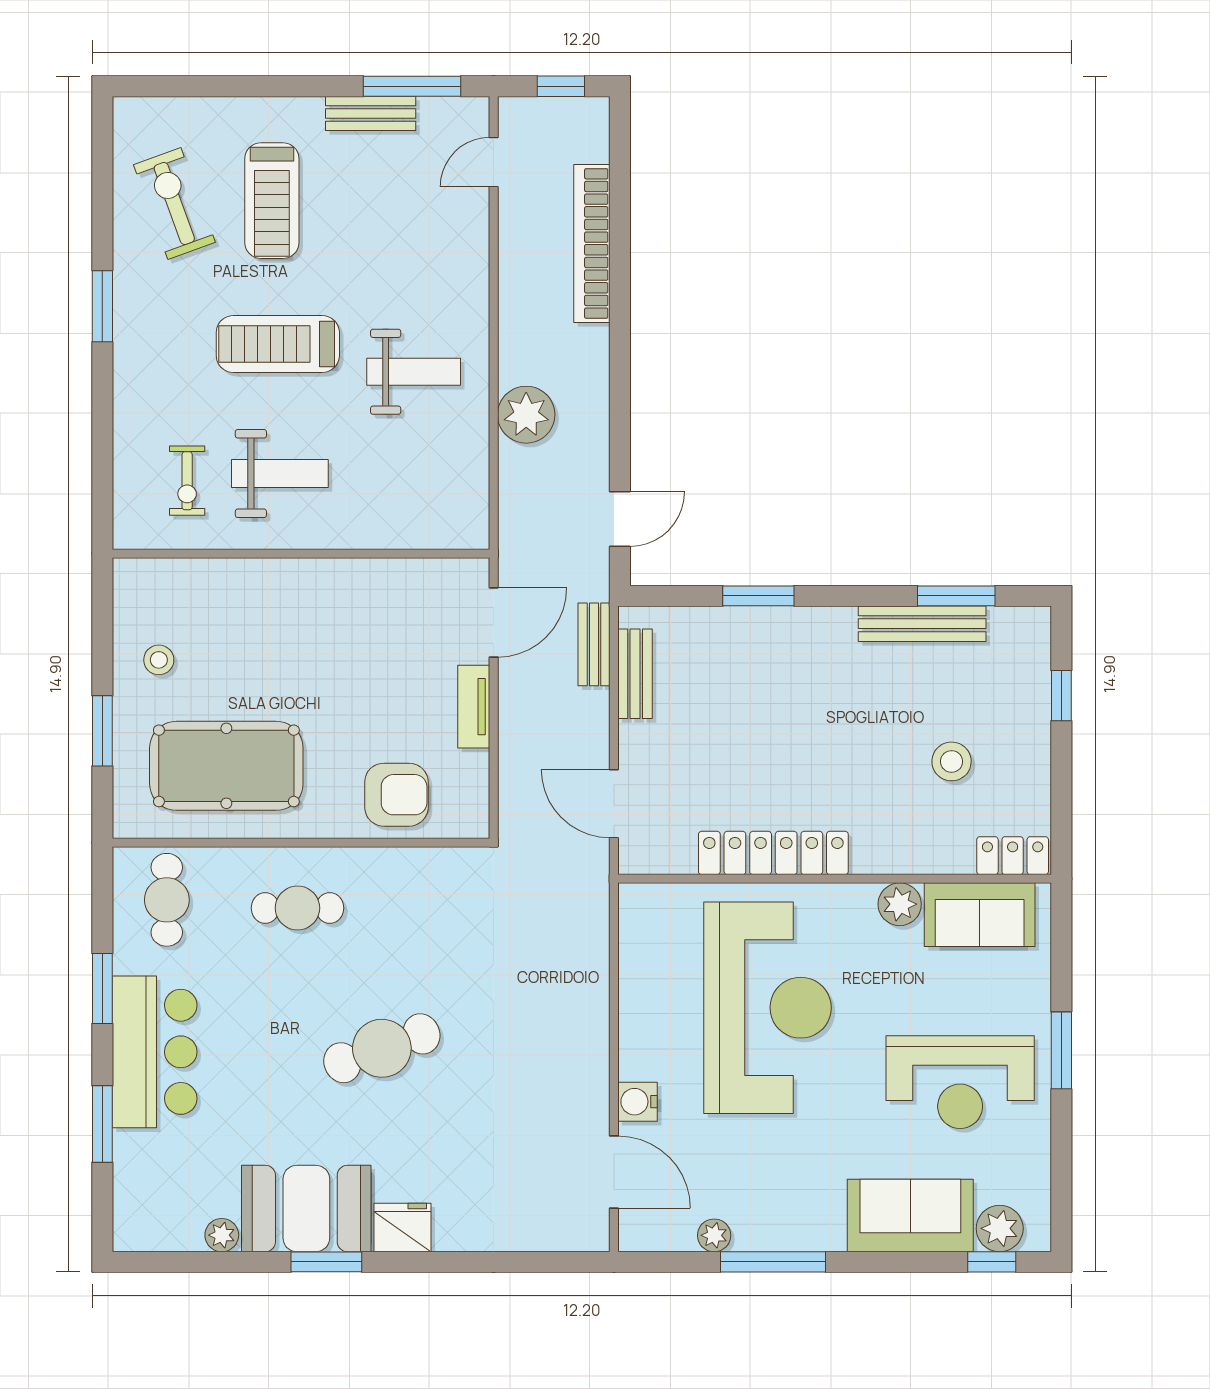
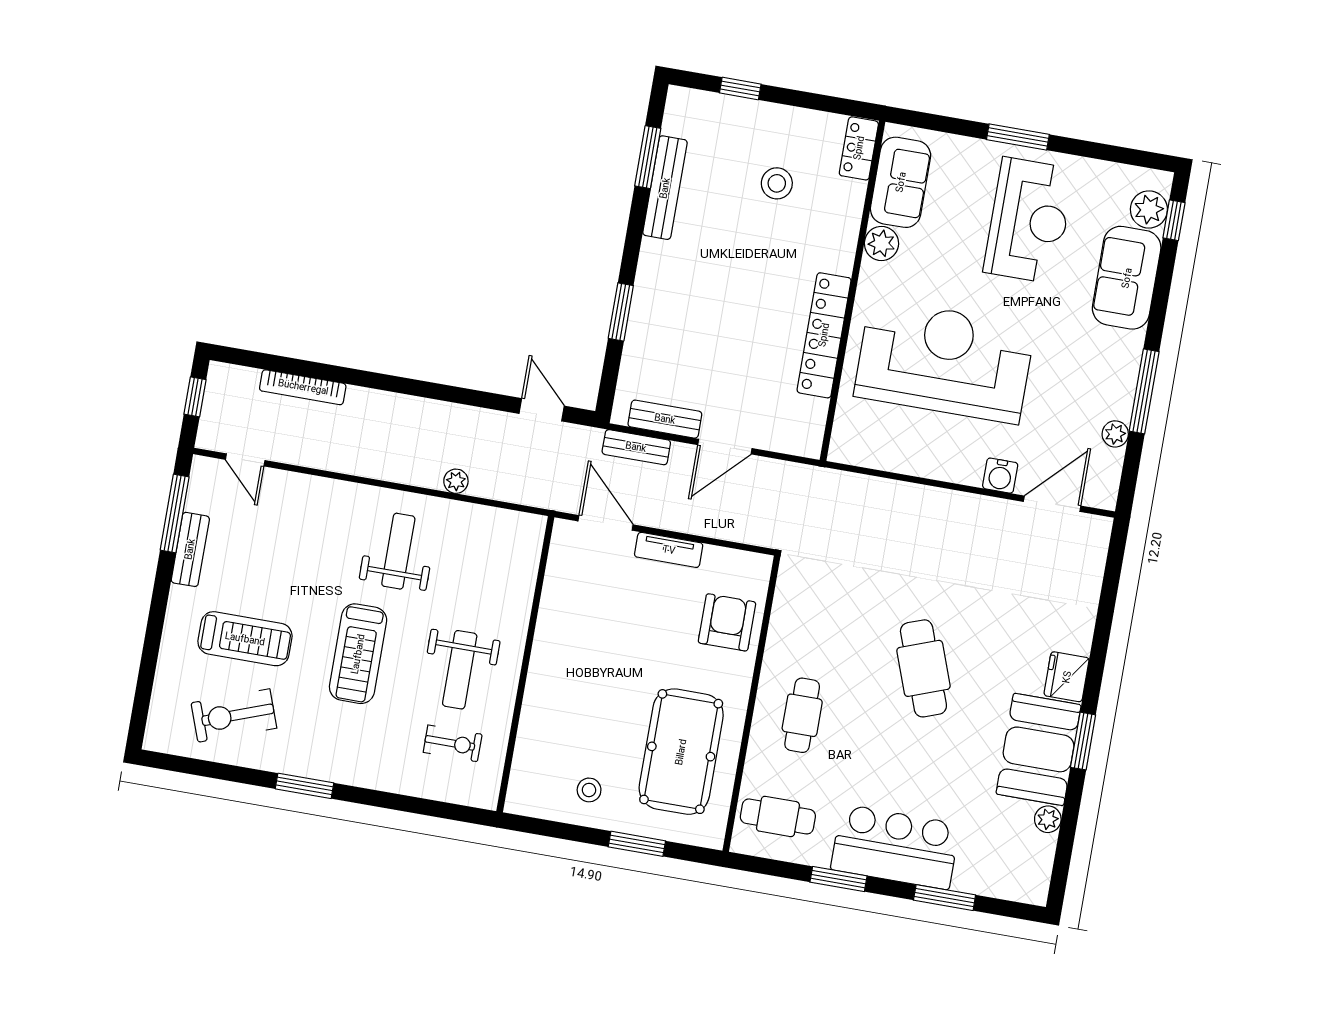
bookcase: (592, 243) -> (303, 387), width x0.68, depth x0.76
plant: (526, 415) -> (456, 481), width x0.53, depth x0.53
weight bench: (280, 474) -> (460, 670), turned 180
door: (614, 804) -> (725, 447), moved

